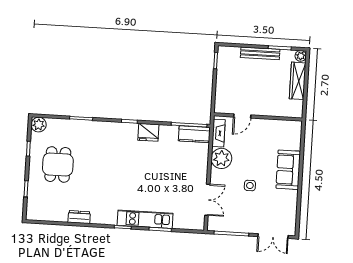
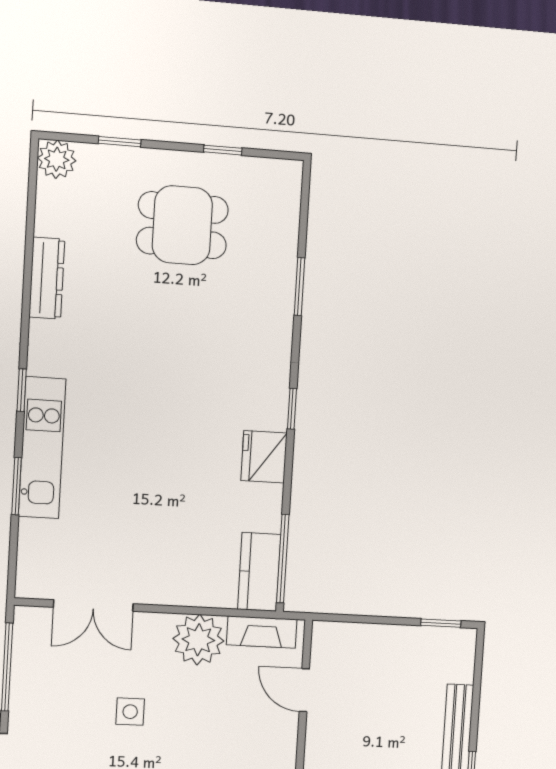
plant: (39, 125) -> (57, 159), moved
dresser: (79, 217) -> (47, 278), width x1.44

